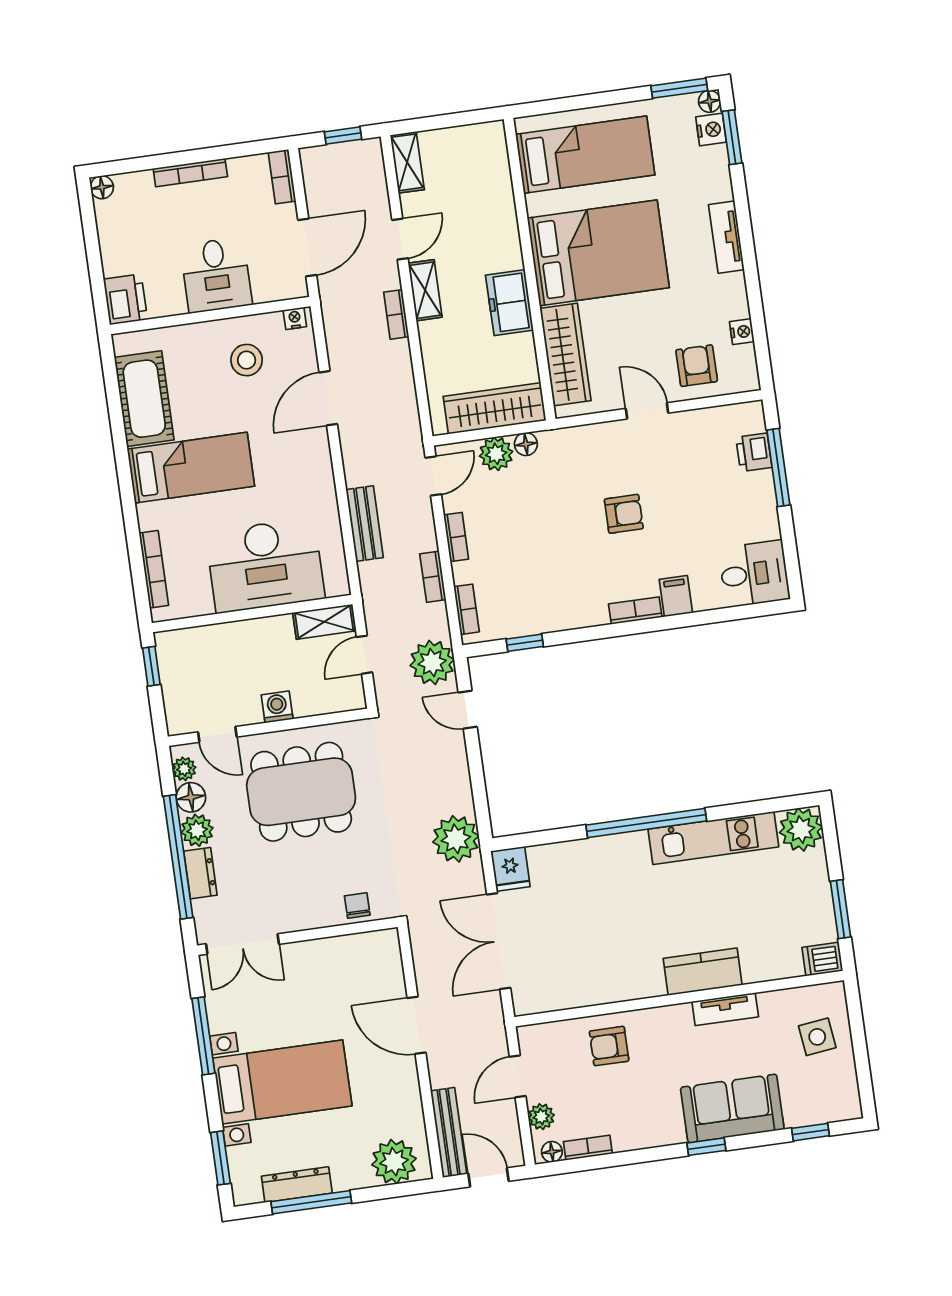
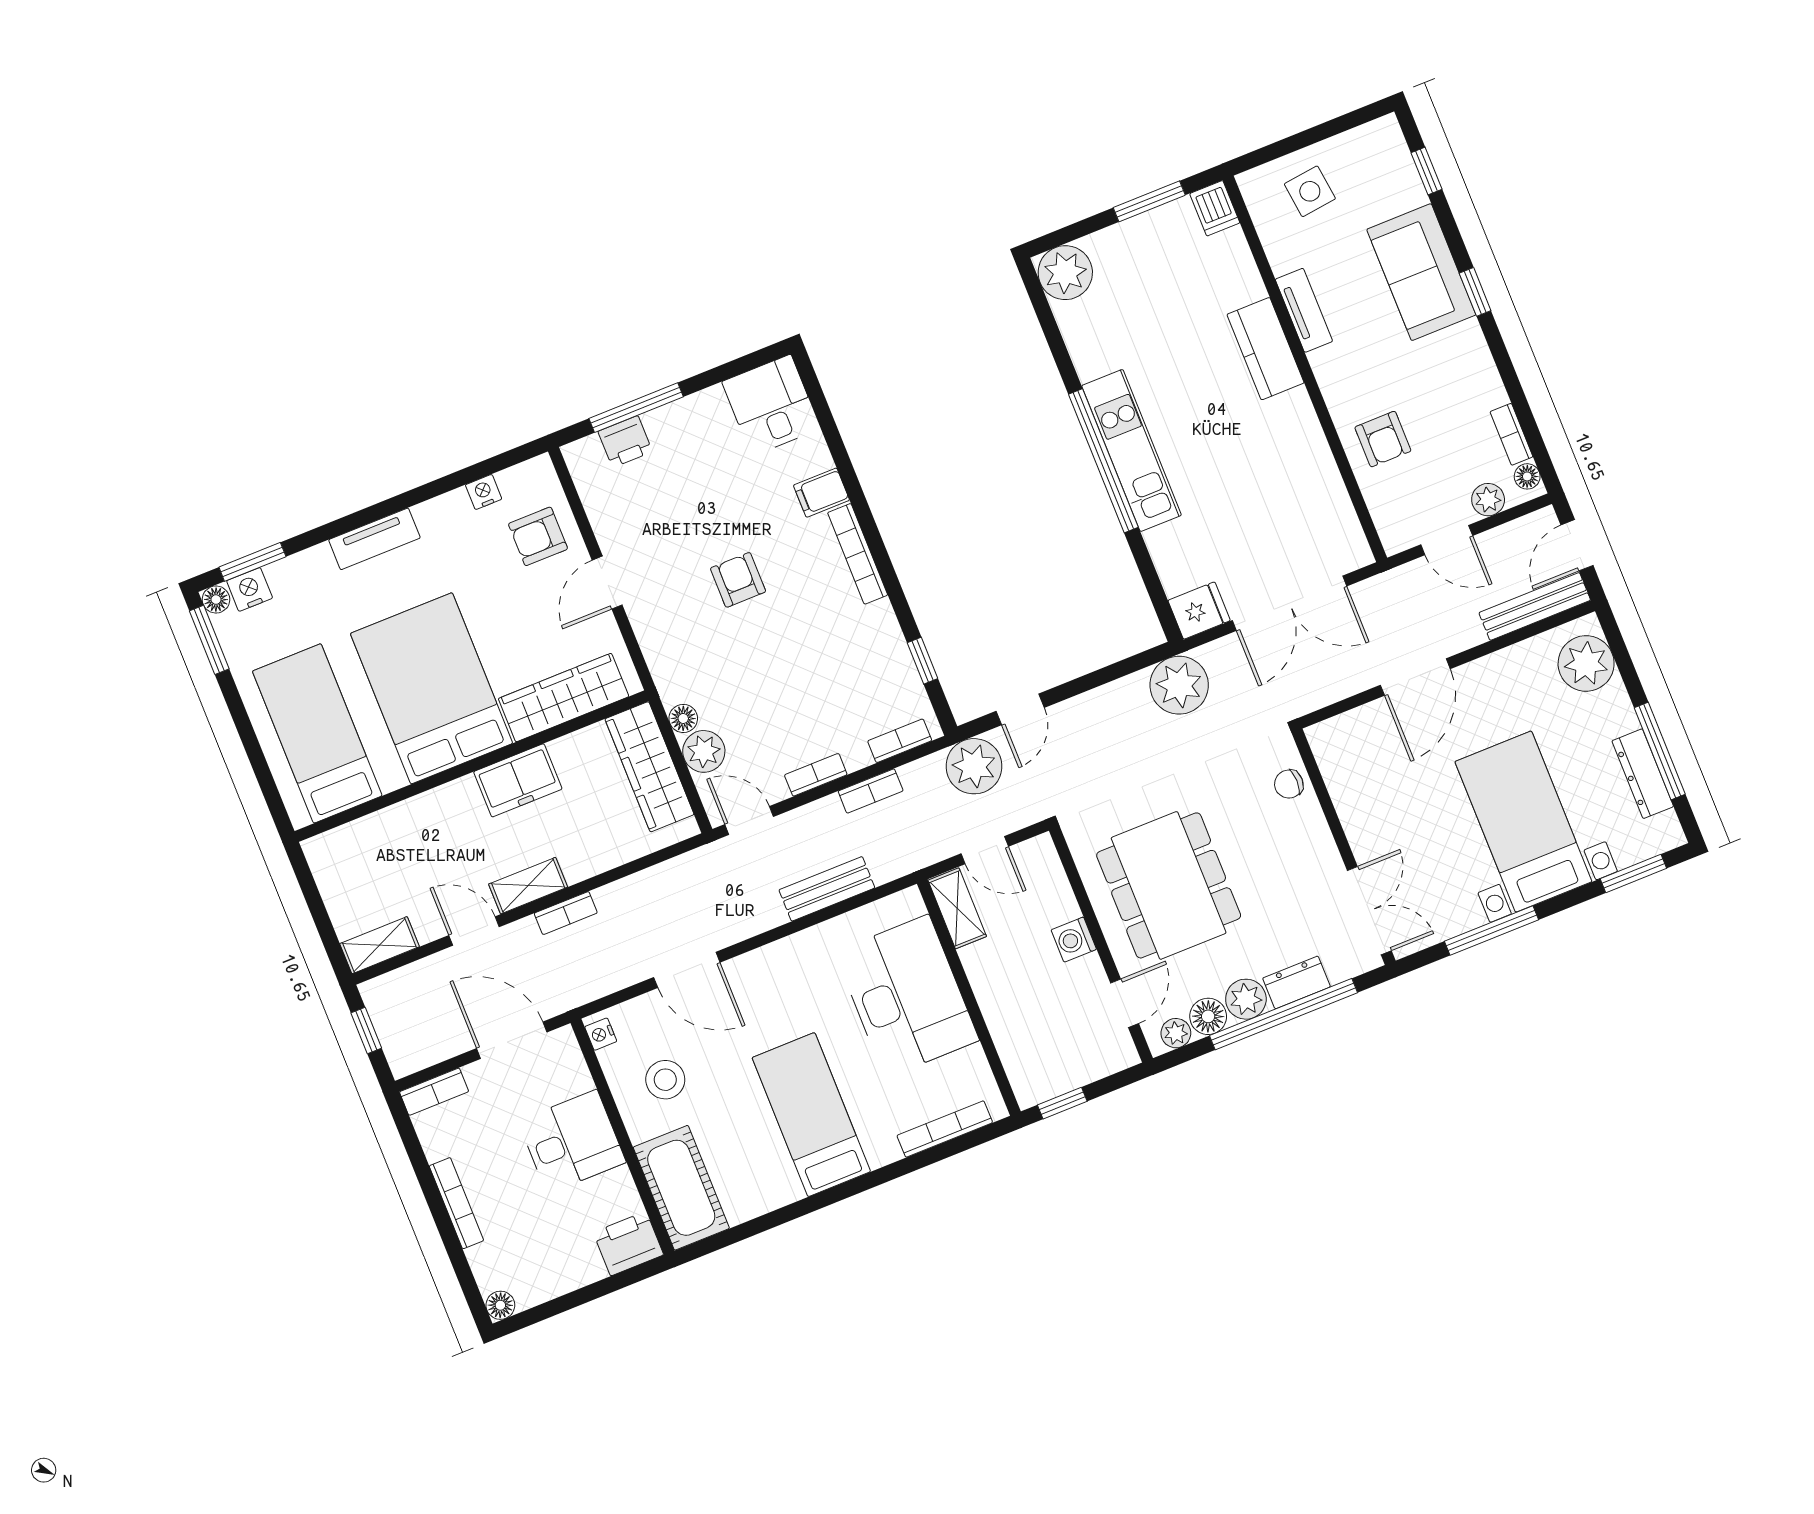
cot: (144, 399) -> (681, 1188), moved, turned 90
bookcase: (635, 611) -> (858, 554), width x1.56
kitchen unit: (713, 838) -> (1132, 450), moved

